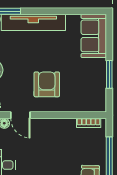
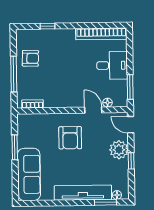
sofa: (94, 36) -> (29, 174), width x1.36

